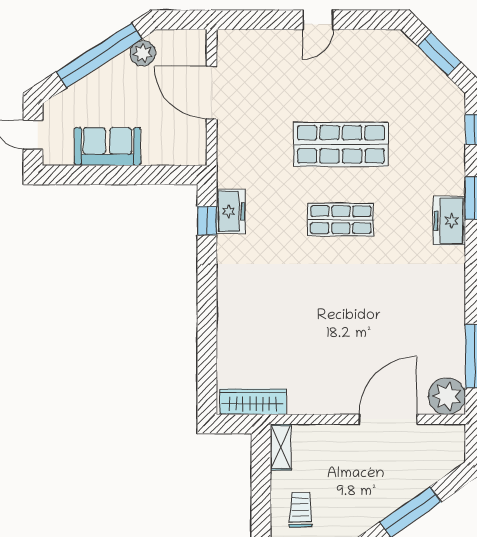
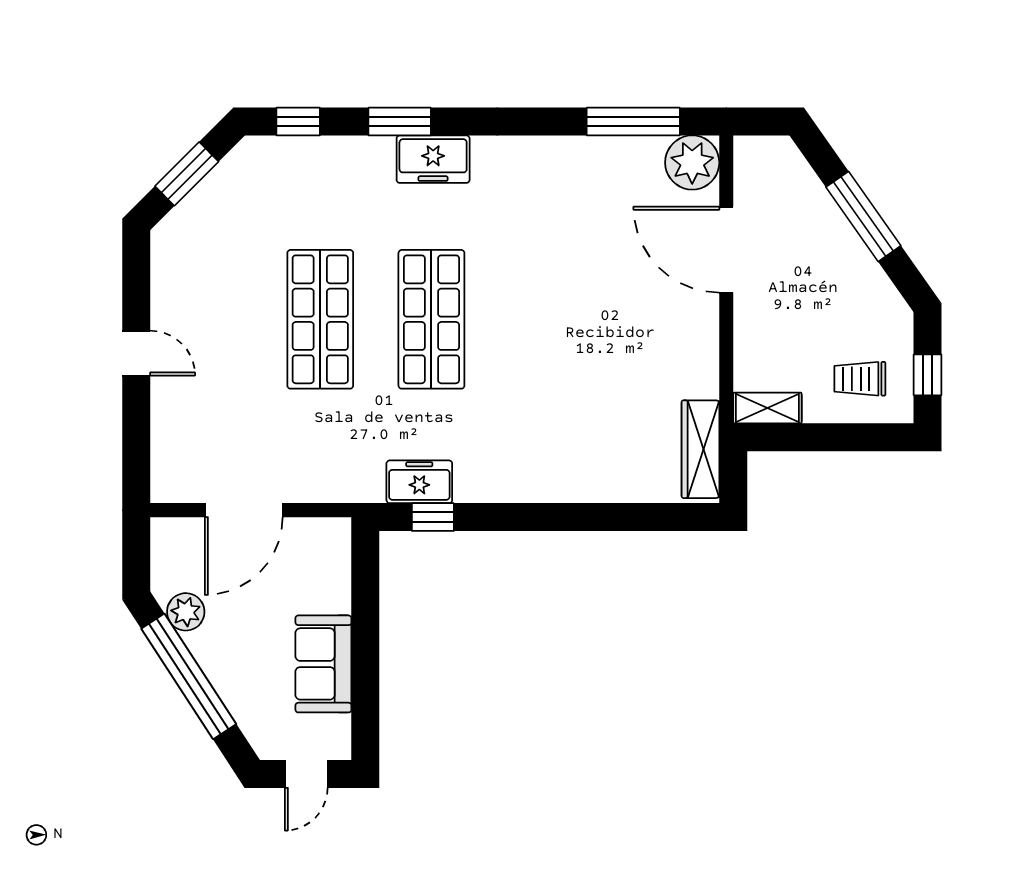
shop shelf: (341, 220) -> (431, 319), width x1.43, depth x1.36

